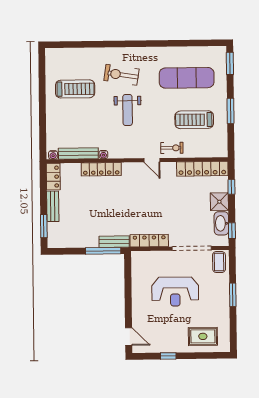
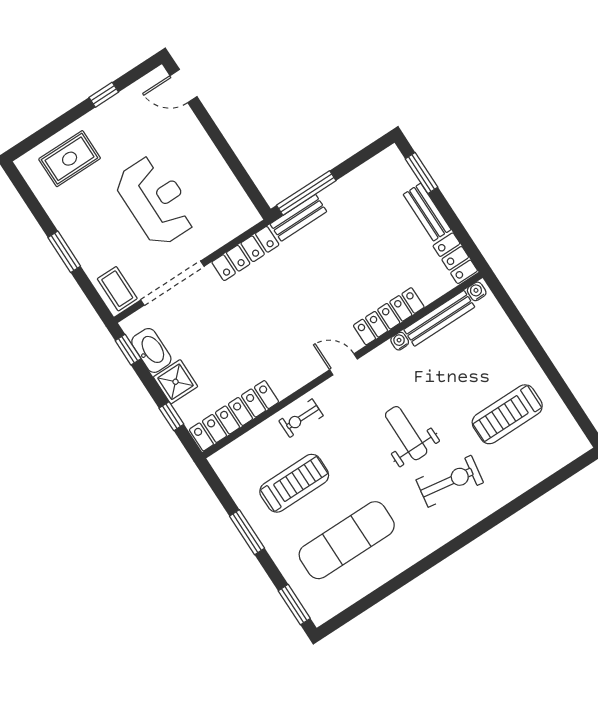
door: (152, 160) -> (343, 364), moved
reception desk: (175, 292) -> (156, 201), turned 90

